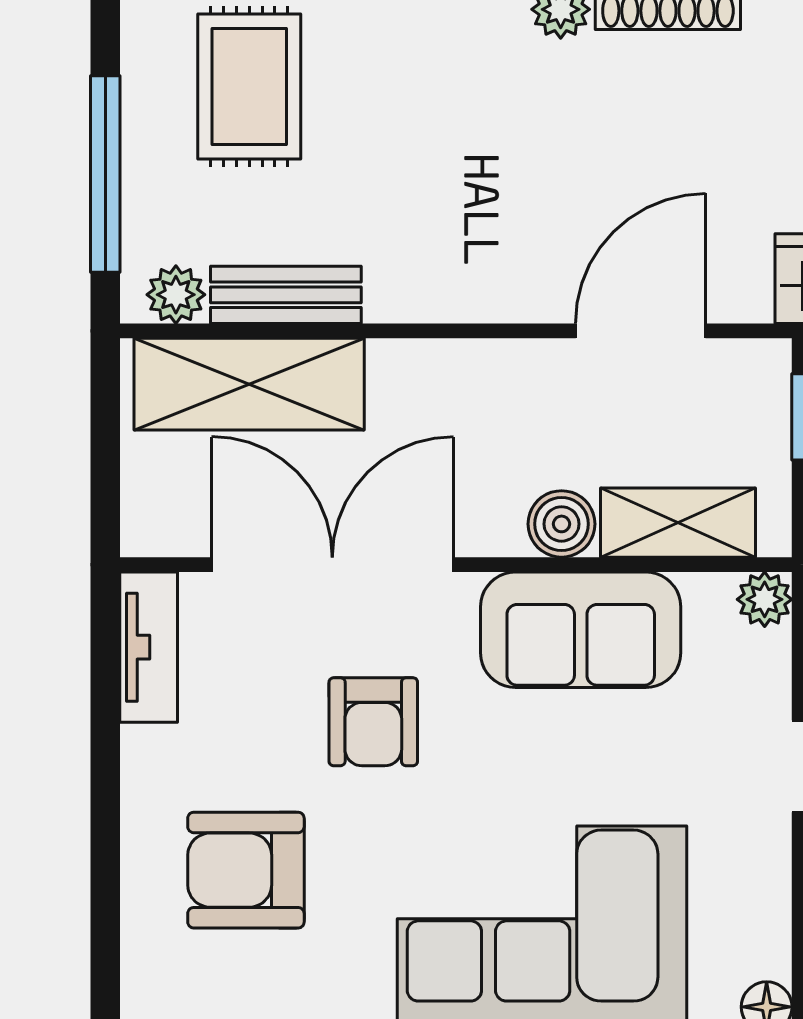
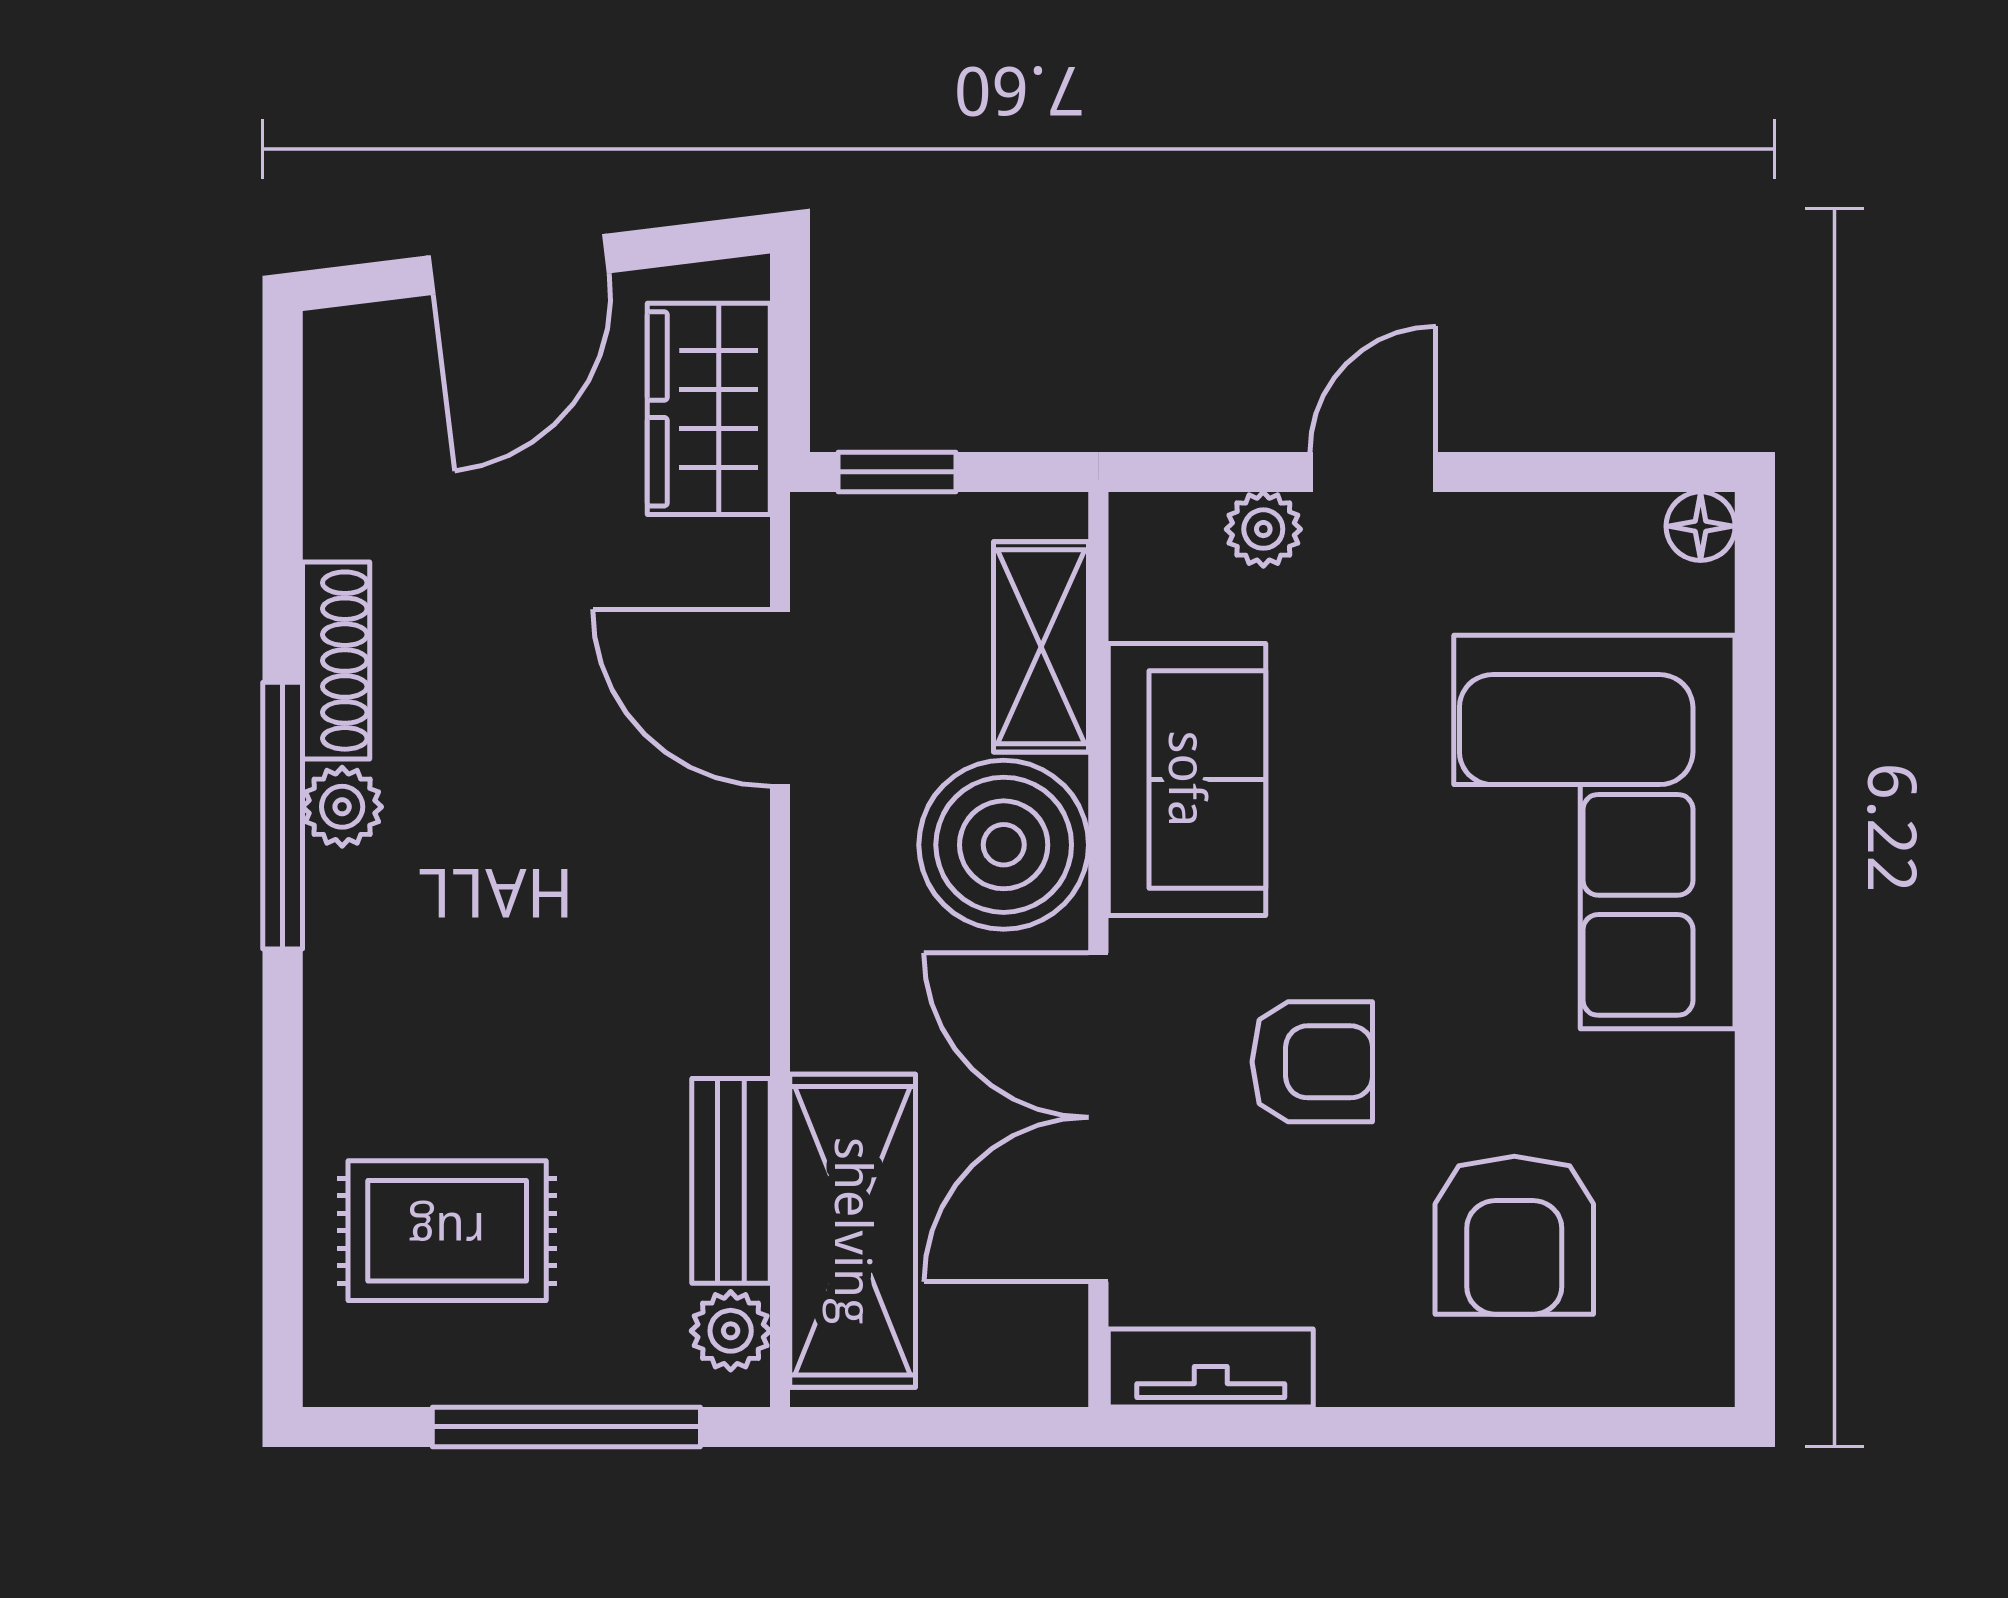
boiler: (562, 524) -> (1004, 845), width x1.86, depth x1.86
plant: (765, 599) -> (1263, 529), moved

